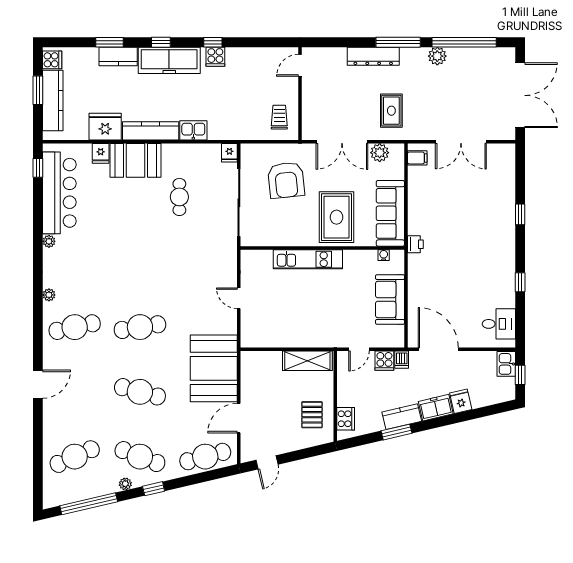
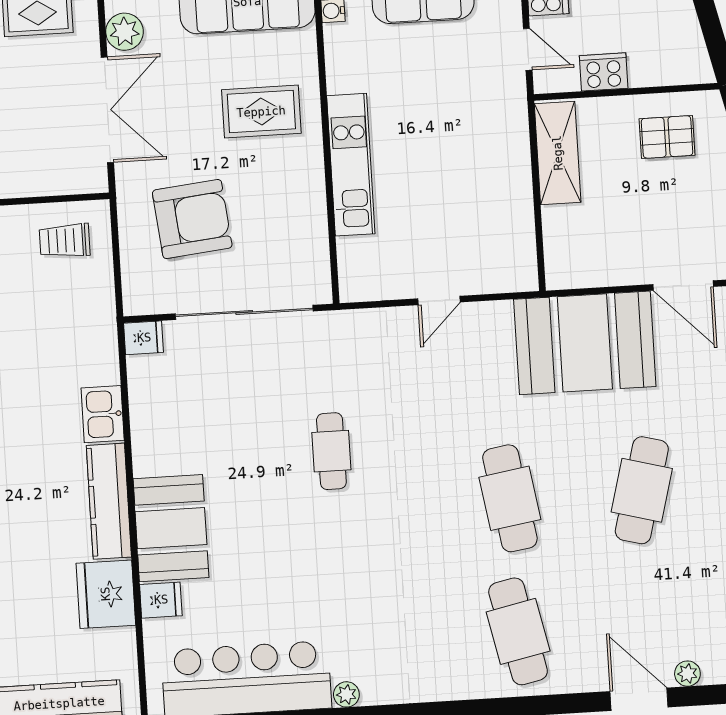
cafe table: (179, 197) -> (331, 451), moved, turned 90
rug: (337, 217) -> (261, 112), width x0.73, depth x0.70
plant: (49, 295) -> (687, 674), moved
cooker: (346, 419) -> (604, 72), moved

